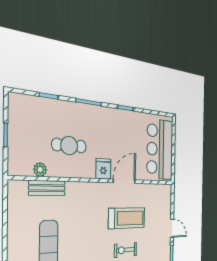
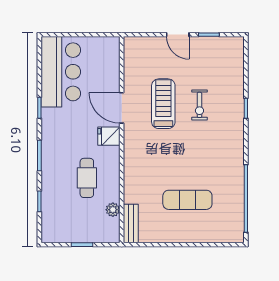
bar counter: (160, 149) -> (61, 72), moved, turned -90
bench: (47, 188) -> (131, 223), moved
door: (172, 228) -> (178, 35), swing flipped

